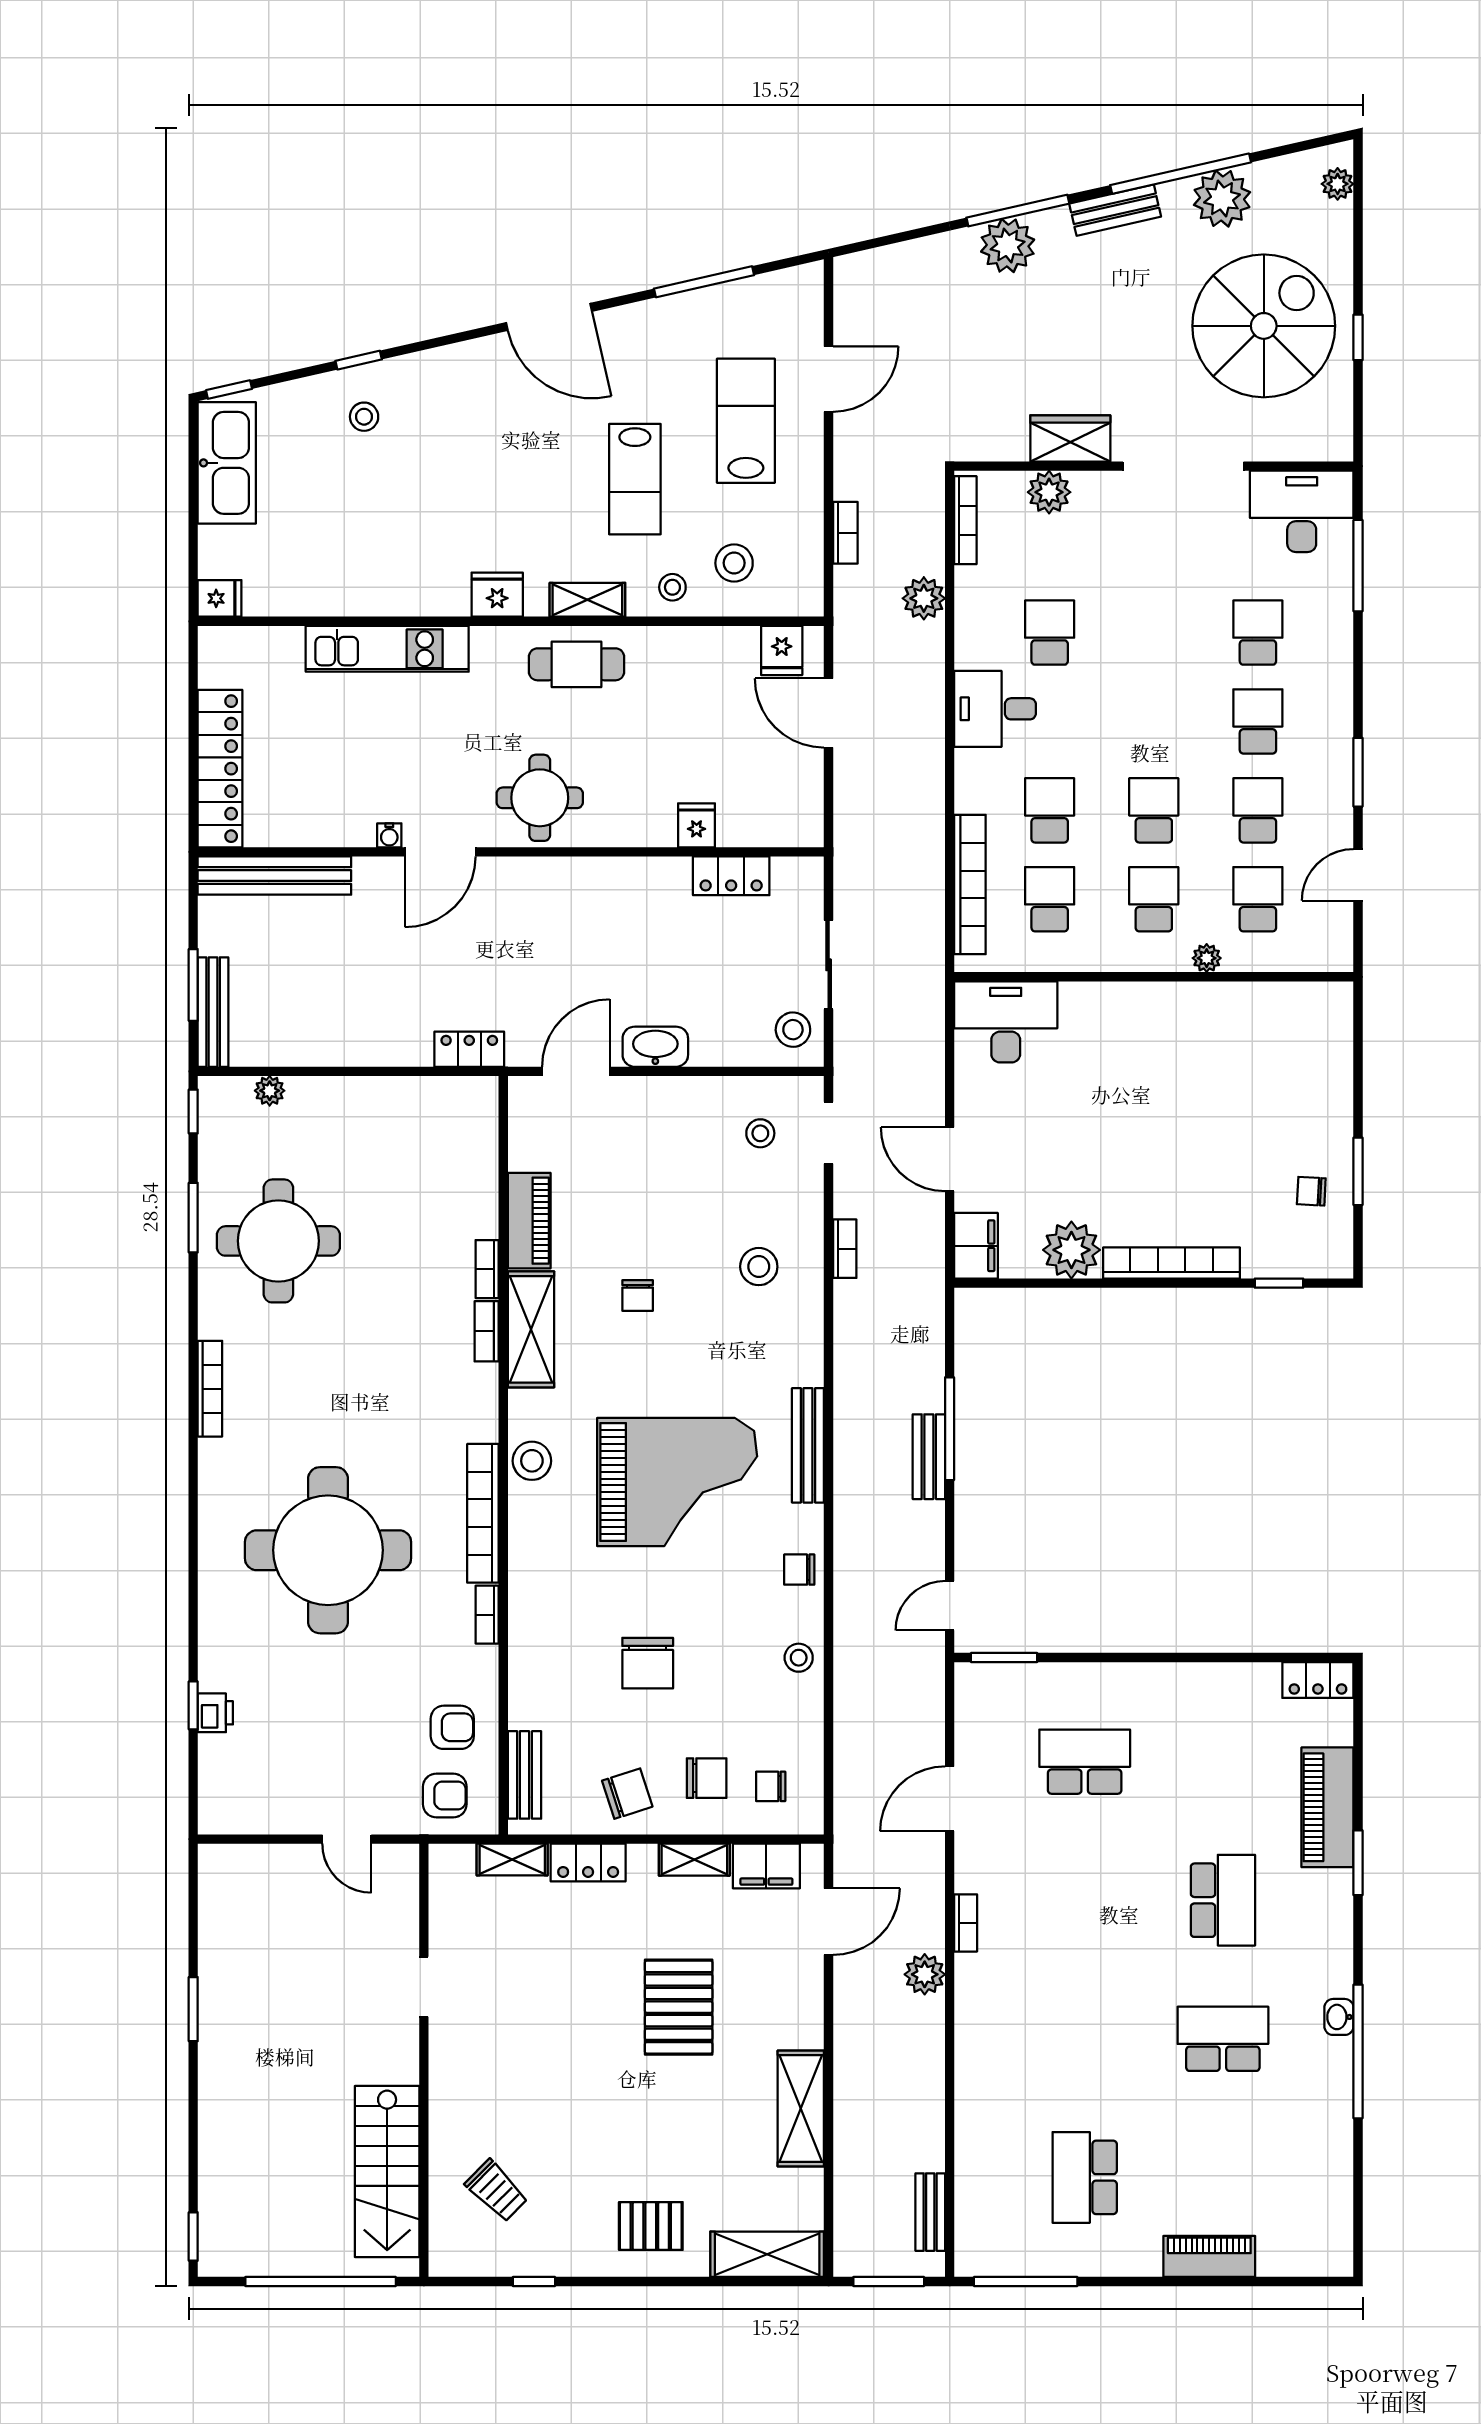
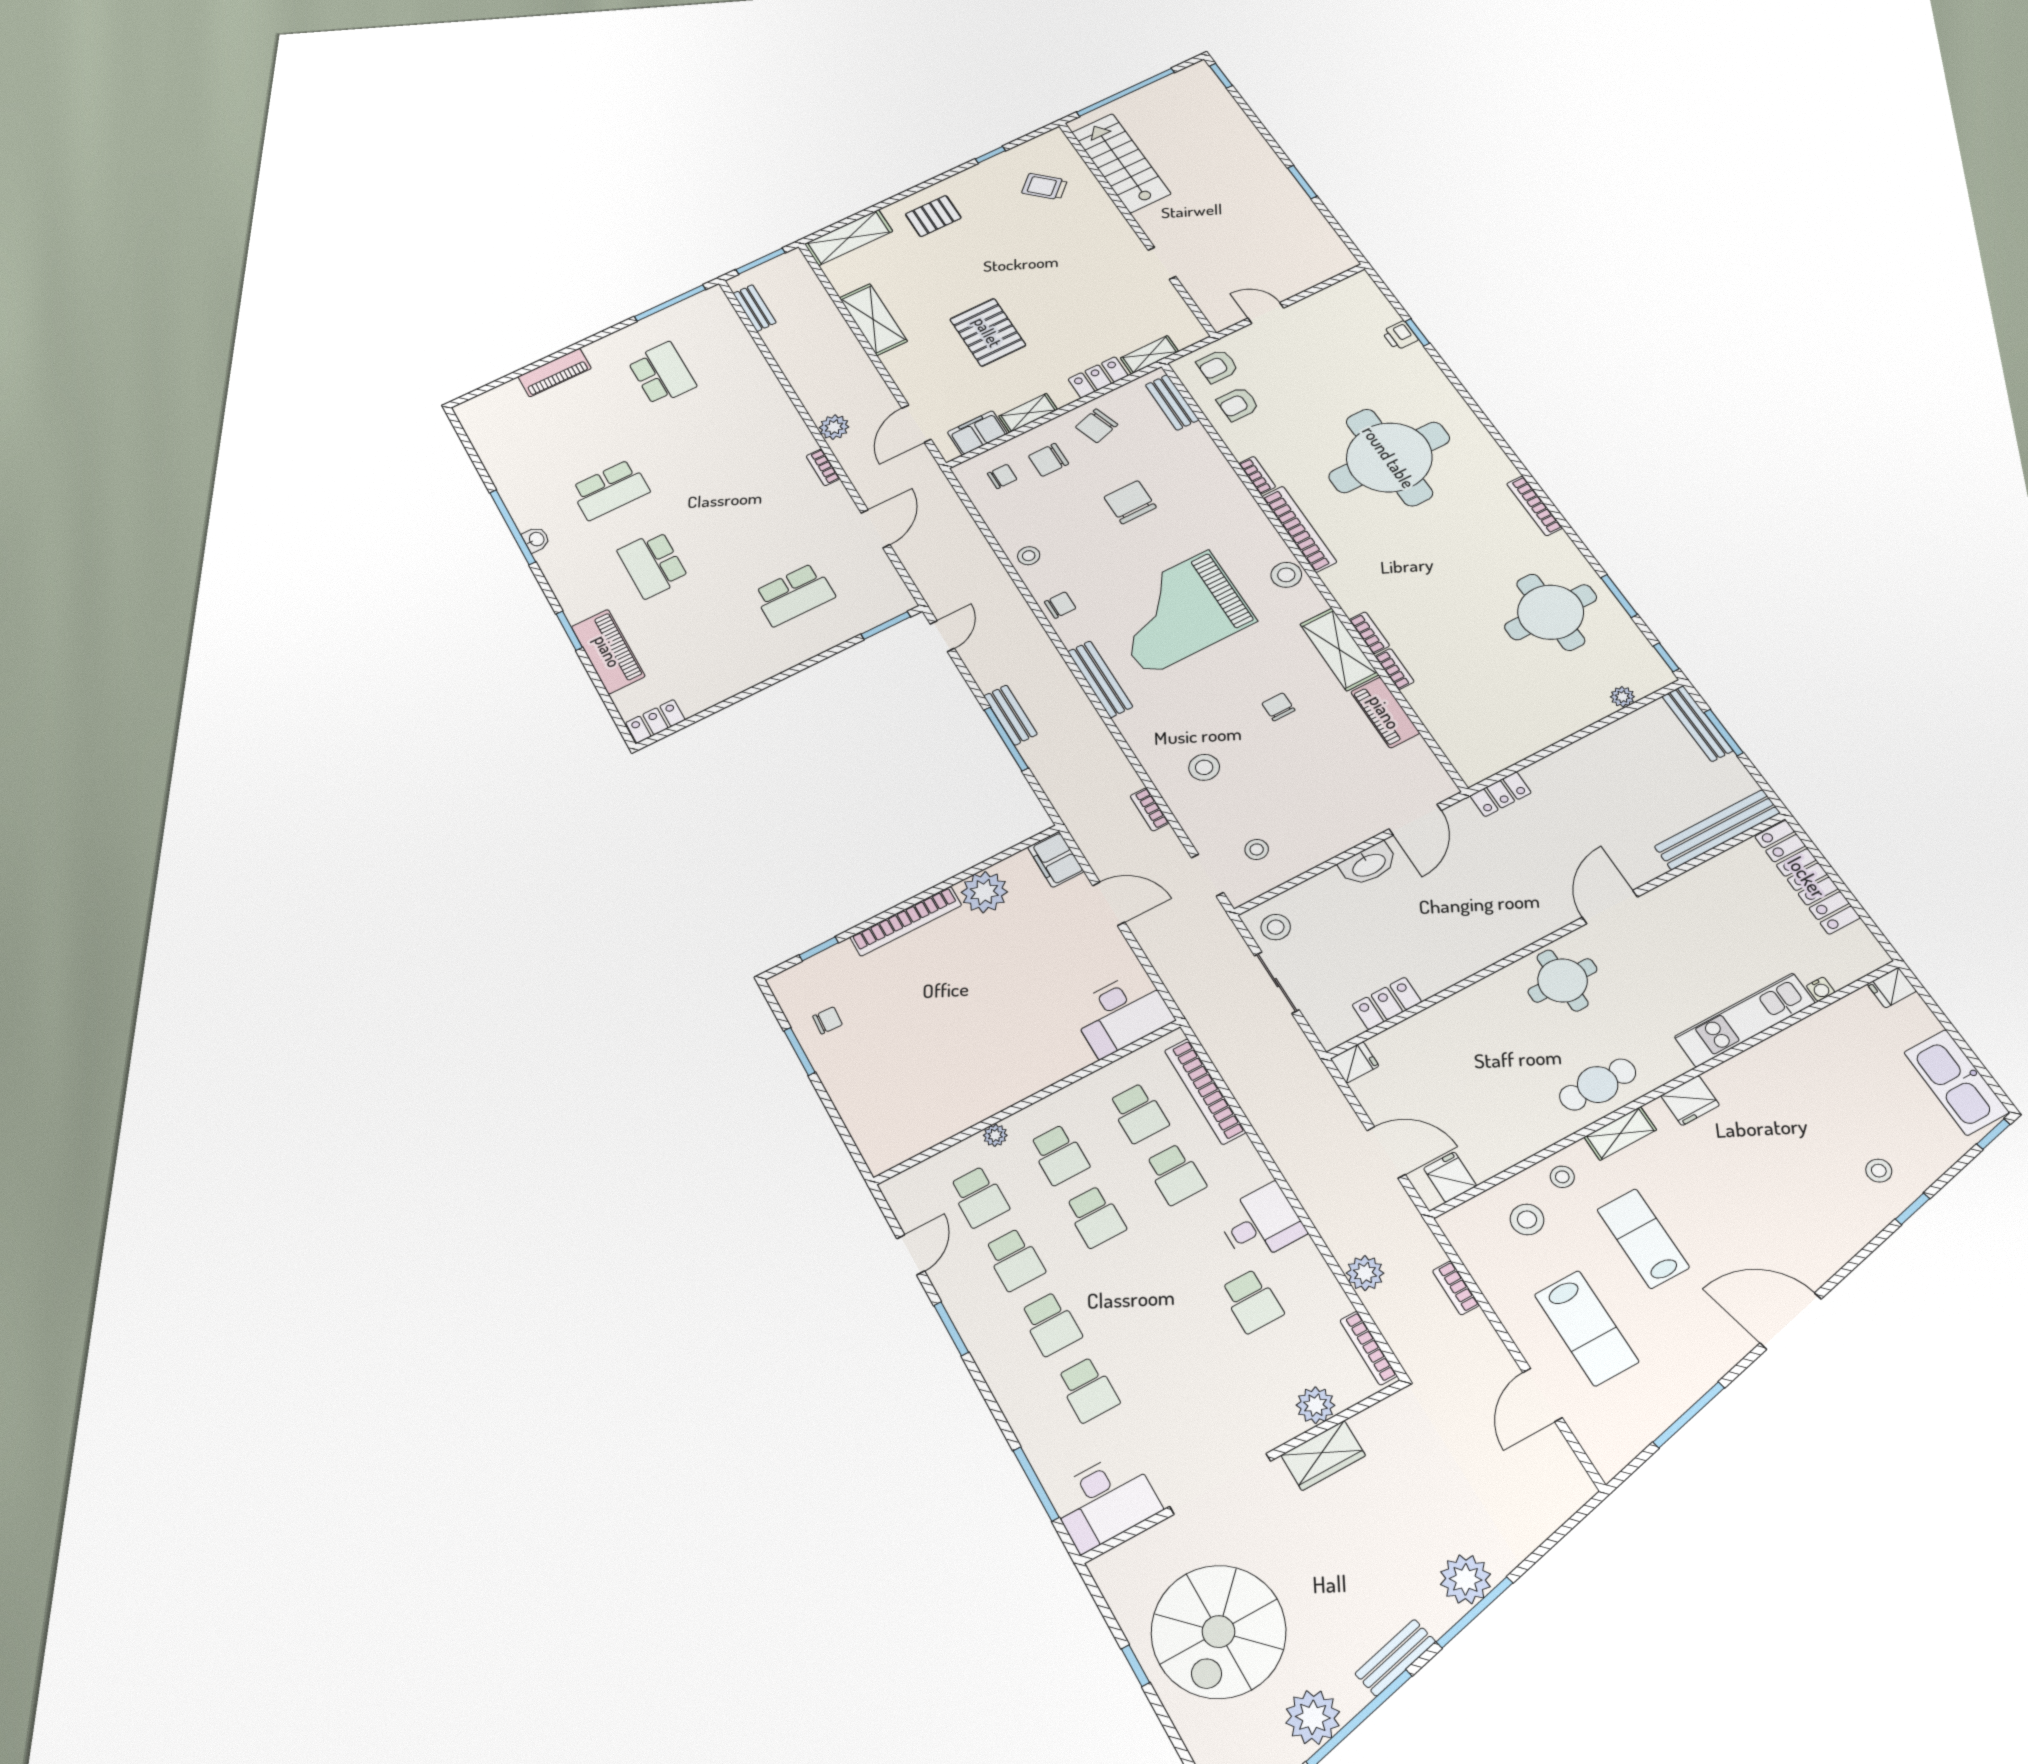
fridge: (697, 825) -> (1355, 1062), moved, turned -90
water cooler: (389, 835) -> (1821, 989), moved, turned 180

